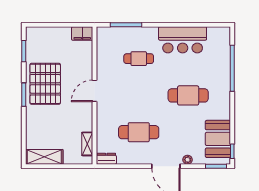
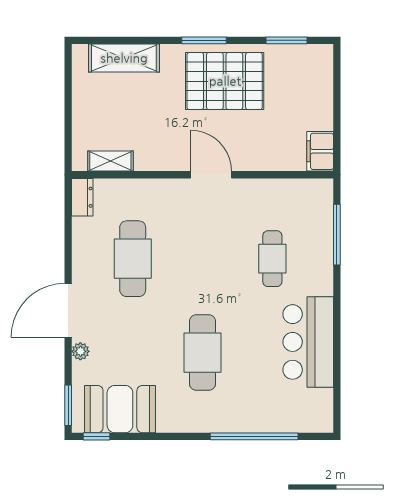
shelving: (44, 157) -> (124, 58), moved, turned 90

